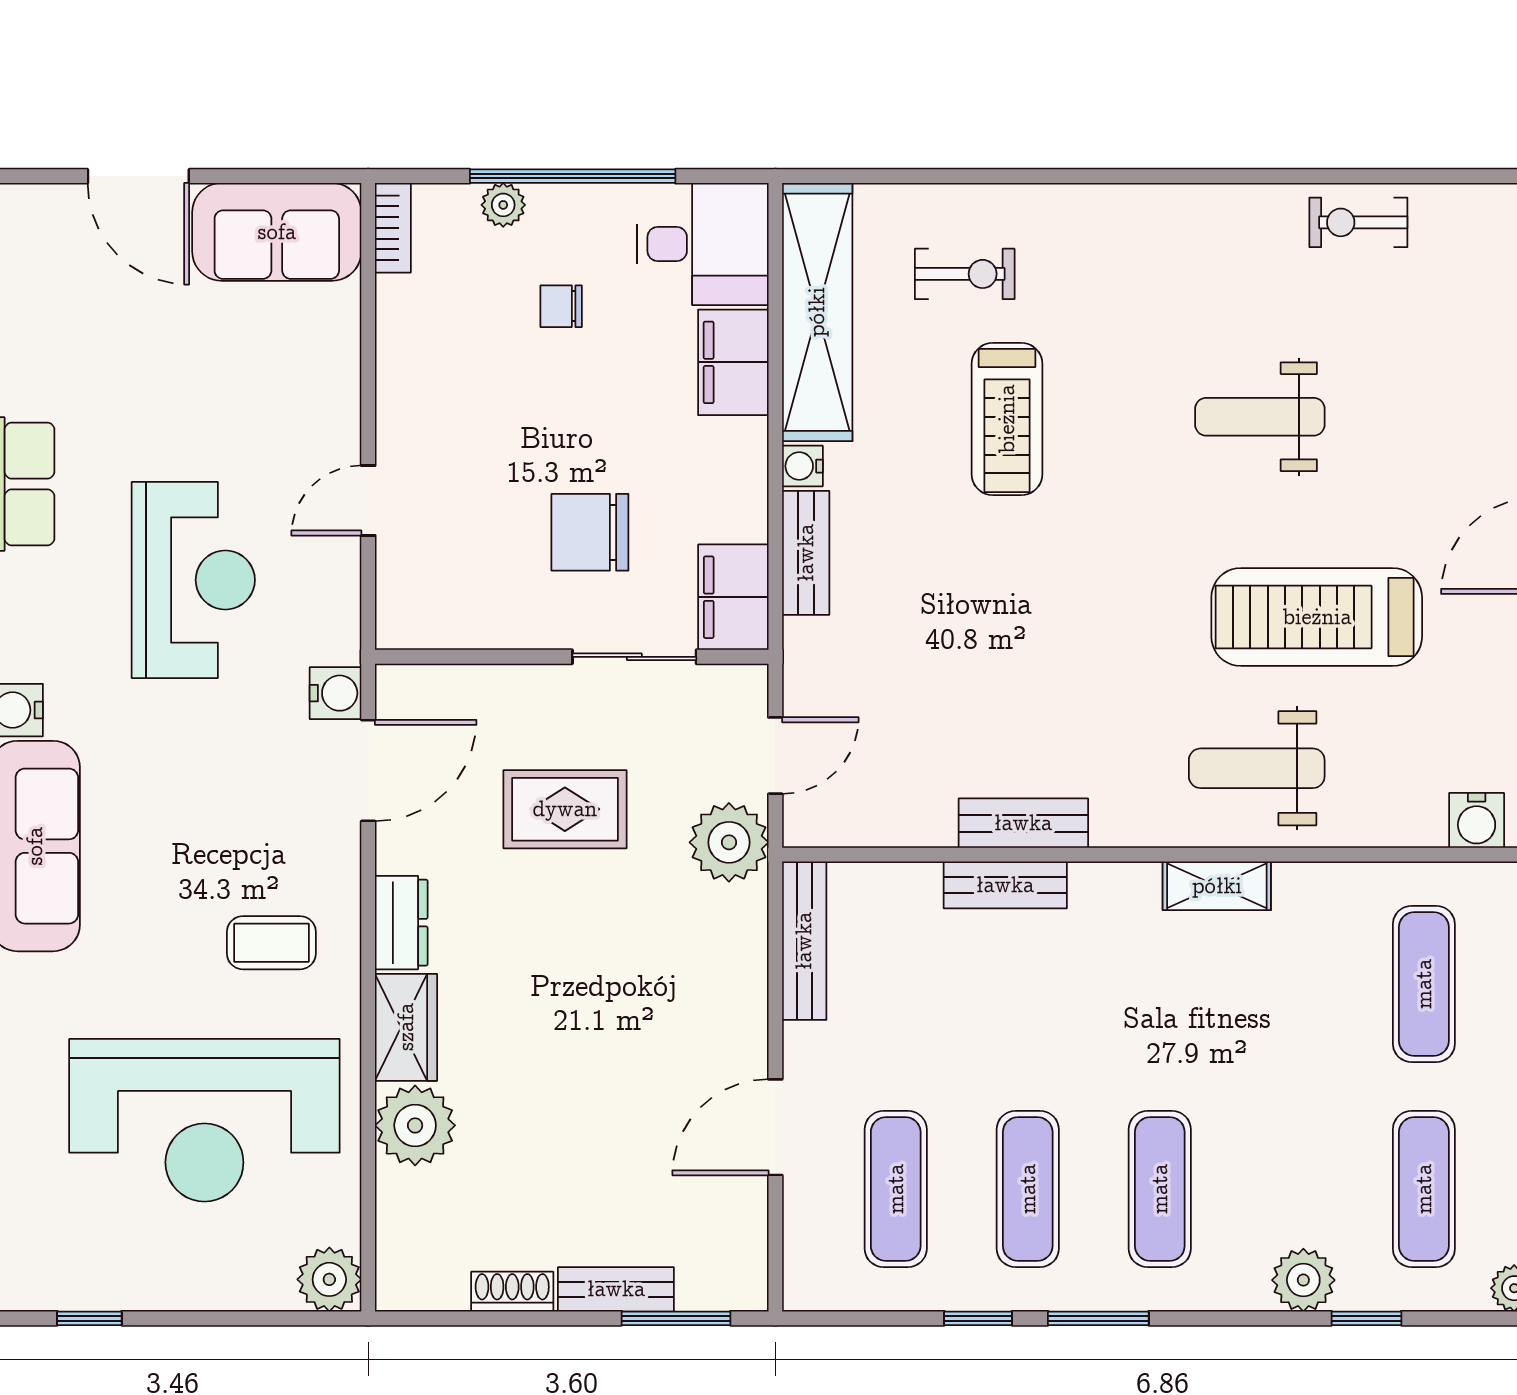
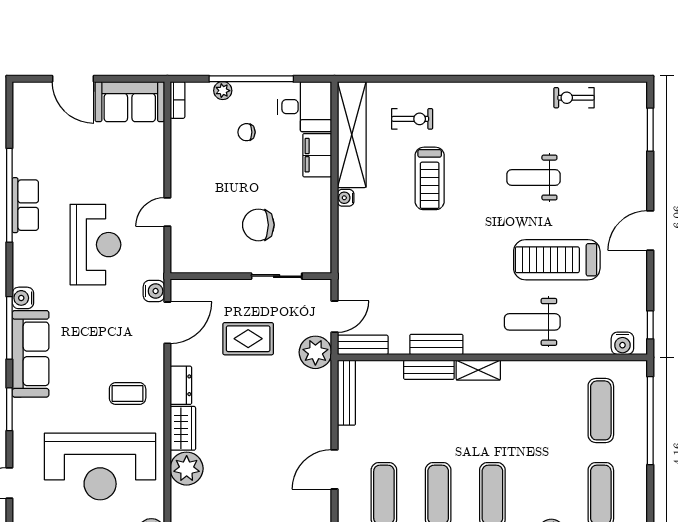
bench: (806, 553) -> (363, 345), moved, turned 90
filing cabinet: (733, 597) -> (317, 252), removed
shelving: (1217, 886) -> (478, 370), moved

